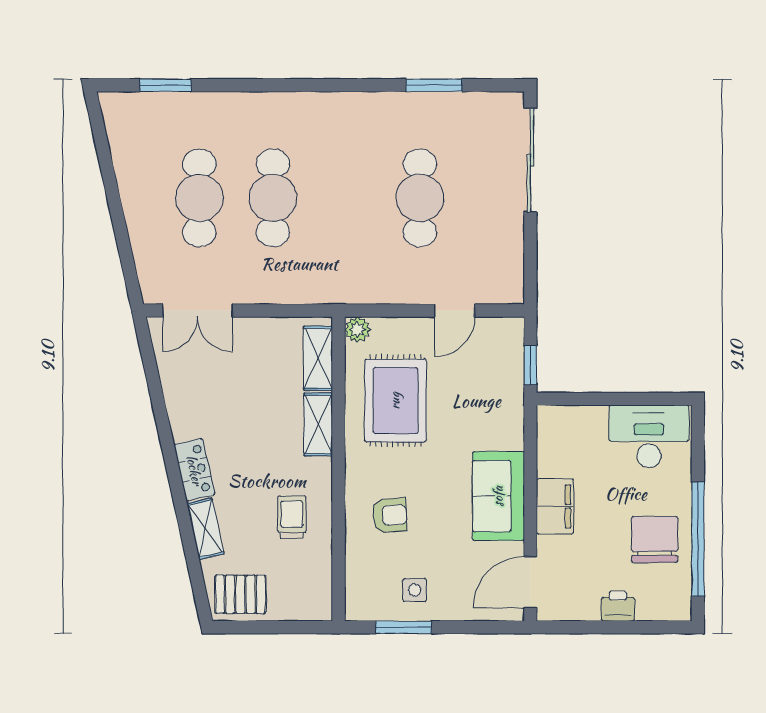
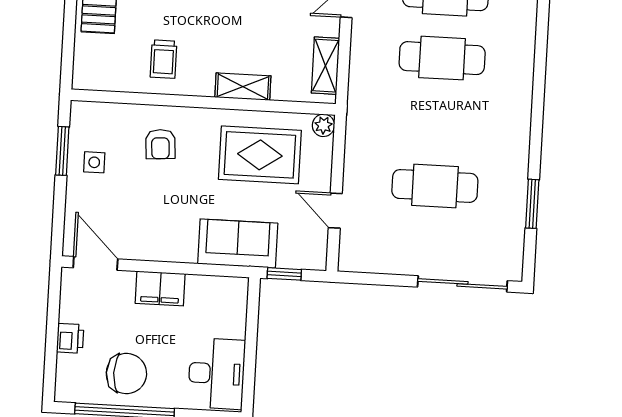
shelving: (318, 358) -> (325, 66), moved, turned 90
sofa: (498, 496) -> (238, 243), moved
trolley: (292, 517) -> (164, 59), turned 90

